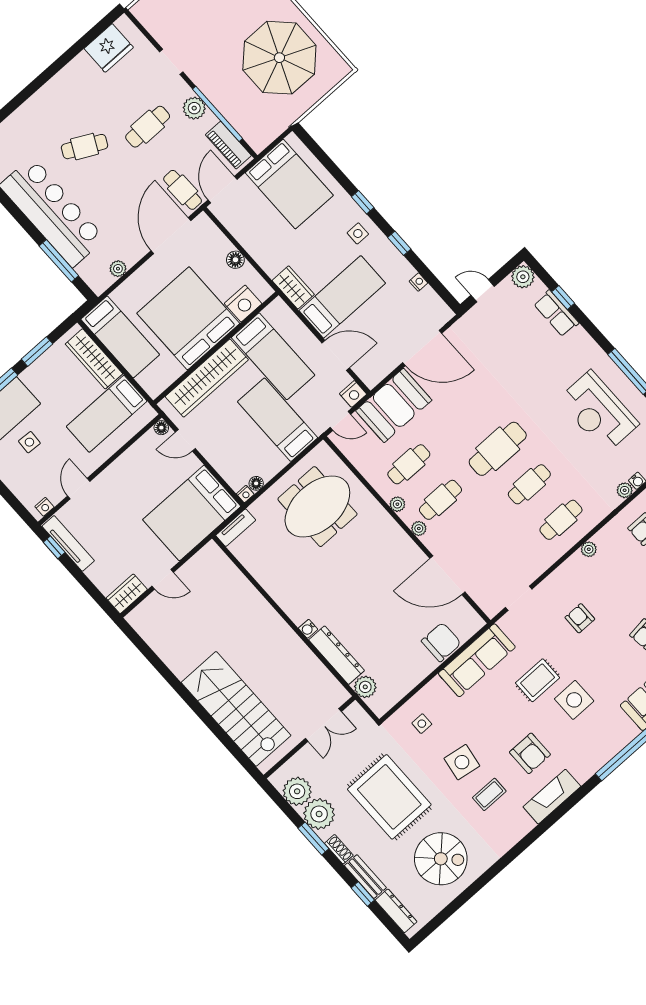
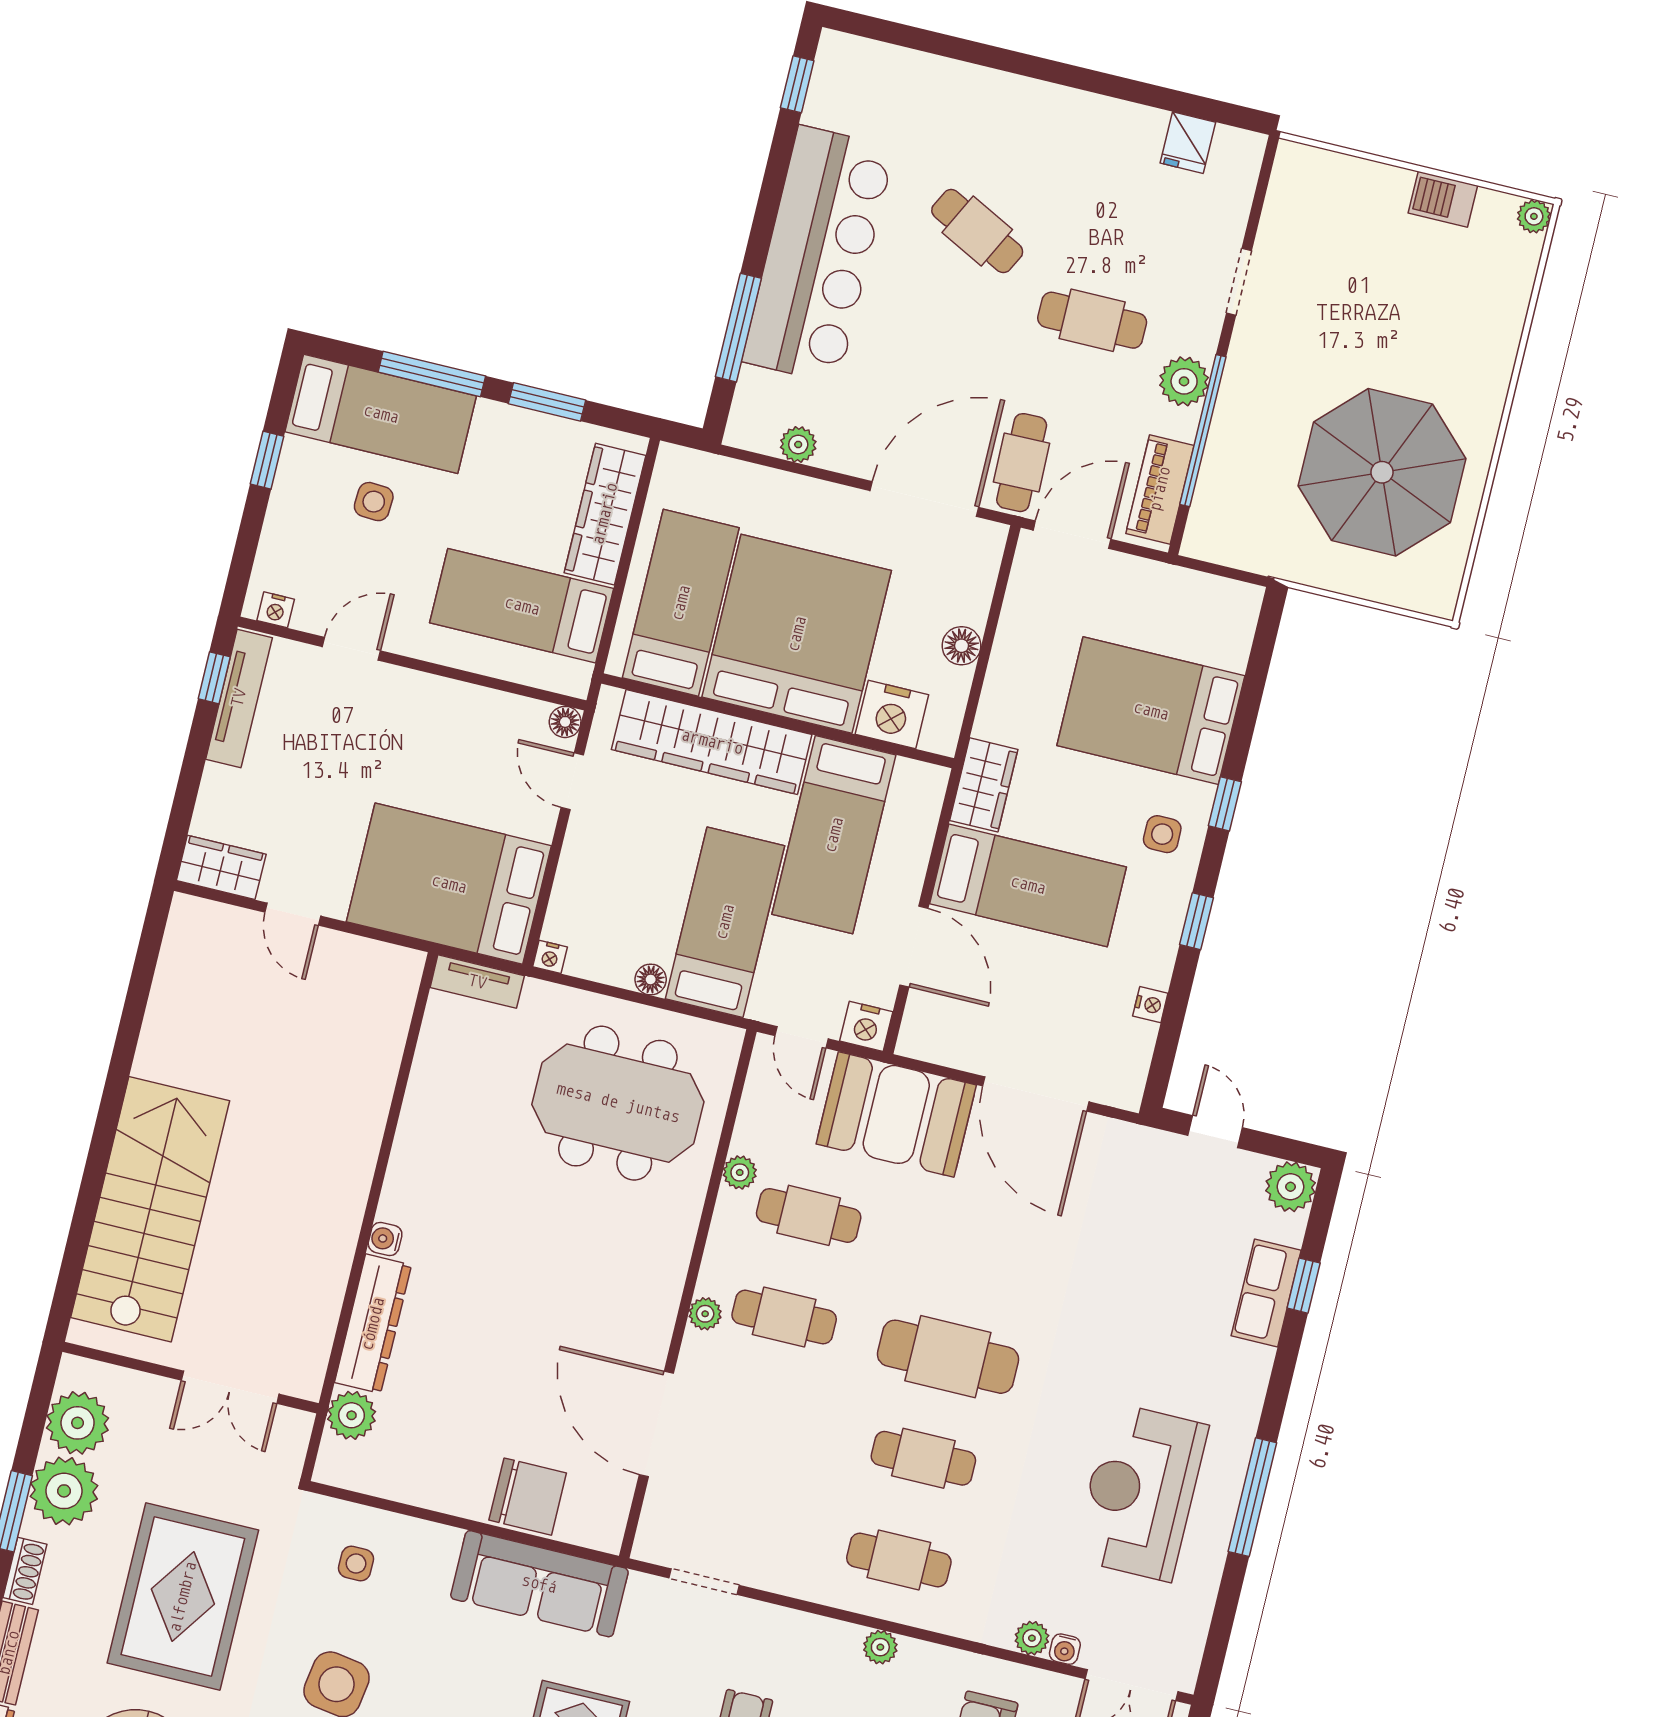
fridge: (109, 48) -> (1188, 143), width x0.53, depth x0.75
bed: (289, 184) -> (1151, 711), moved, turned 90
bed: (120, 337) -> (681, 603), moved, turned 180
floor lamp: (256, 483) -> (651, 979), moved
plant: (397, 504) -> (740, 1172), moved

